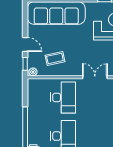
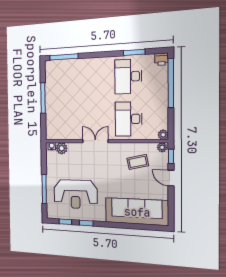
double door: (95, 77) -> (95, 141), swing flipped
plant: (32, 83) -> (163, 135), added

